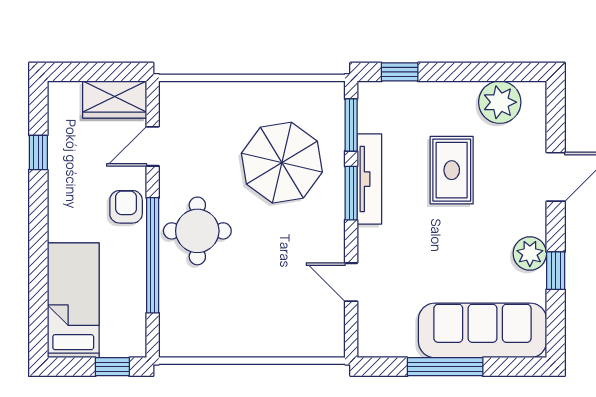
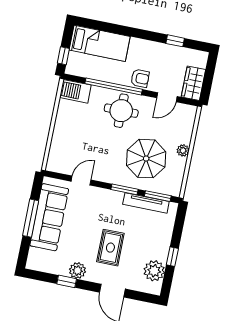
window: (400, 72) -> (172, 257), moved
plant: (251, 93) -> (183, 150), added
door: (153, 146) -> (167, 97), swing flipped
rug: (452, 170) -> (110, 248), moved, turned 90
tv unit: (369, 179) -> (146, 203), moved
barbecue: (177, 329) -> (75, 91), added
sofa: (482, 330) -> (49, 217), moved

